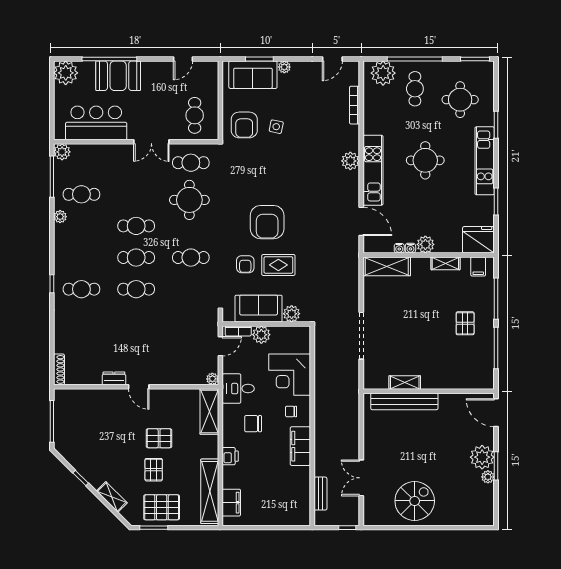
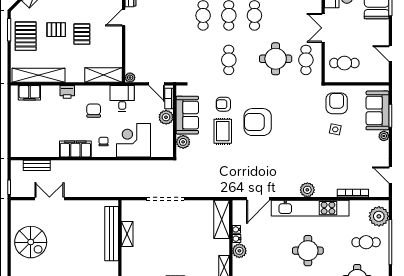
armchair: (244, 125) -> (337, 103), turned 90
kitchen unit: (373, 170) -> (310, 208), width x1.36

